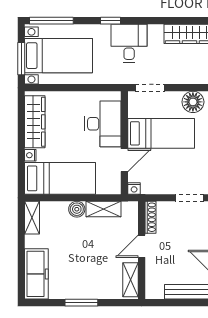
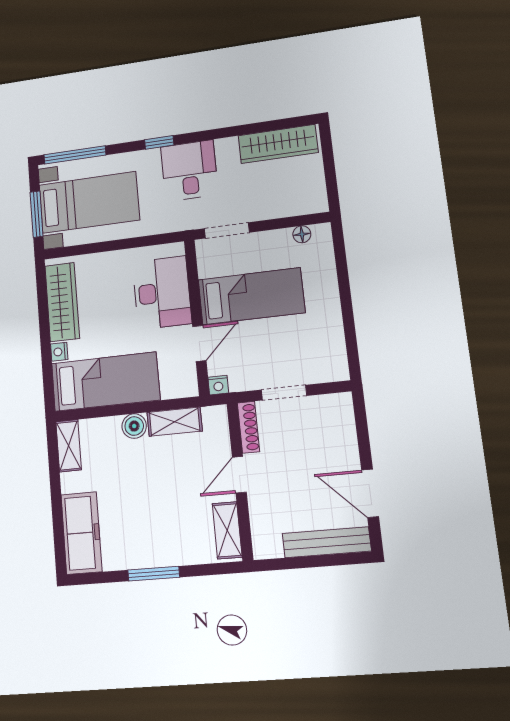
floor lamp: (193, 102) -> (302, 234), width x0.53, depth x0.53
doorway: (190, 198) -> (284, 393), moved

